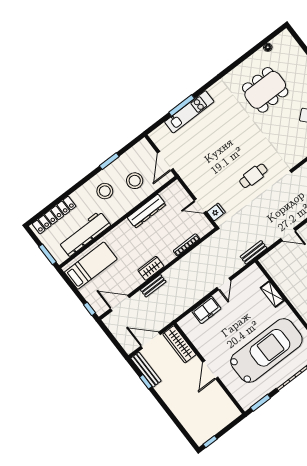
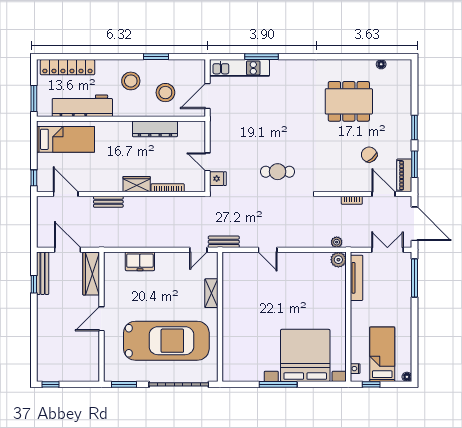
kitchen unit: (189, 112) -> (239, 68), moved
wardrobe: (151, 268) -> (137, 184), moved
door: (224, 284) -> (198, 250), moved

